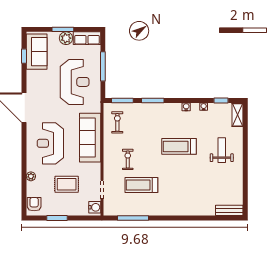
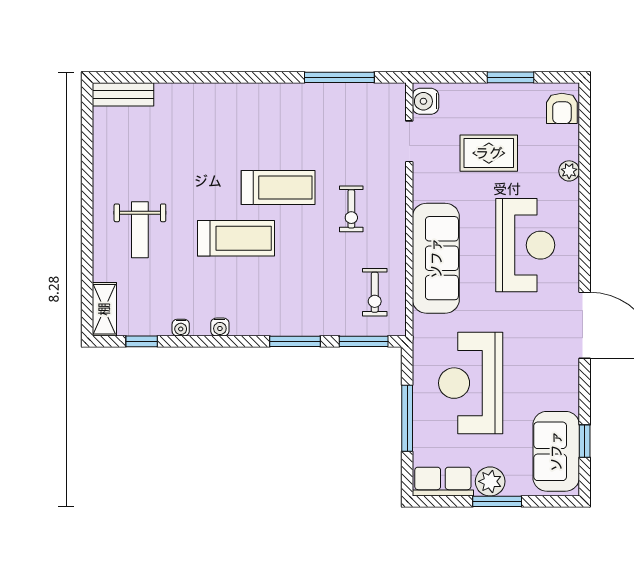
treadmill: (141, 185) -> (278, 187), moved

